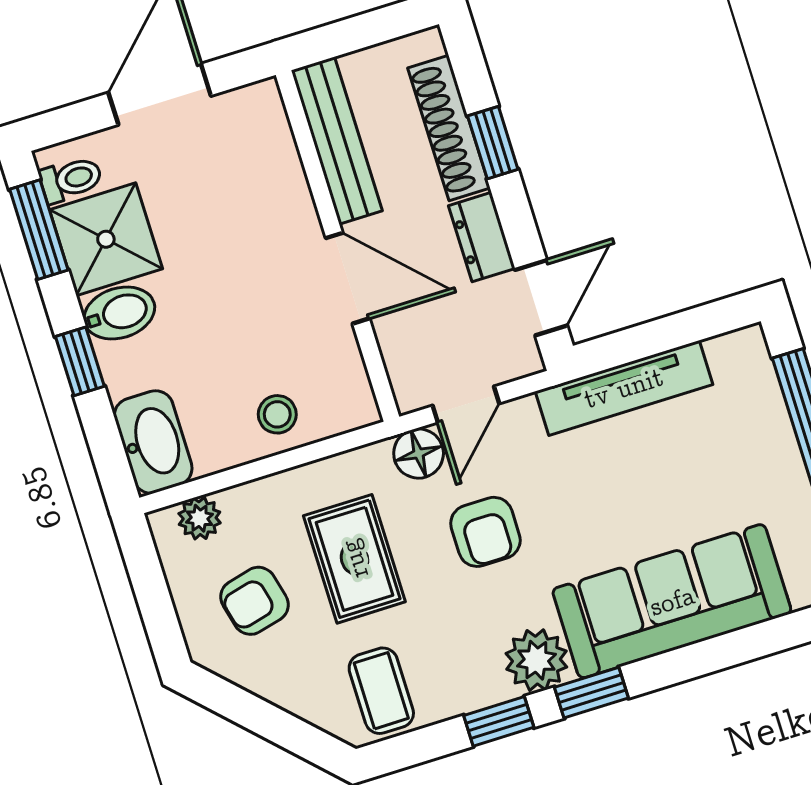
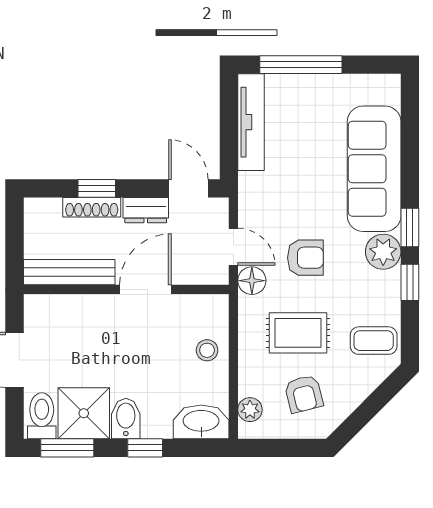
shoe rack: (449, 128) -> (92, 207), width x0.74, depth x0.81
toilet: (71, 179) -> (42, 416), width x1.37, depth x1.39
tv unit: (624, 388) -> (251, 122), moved

